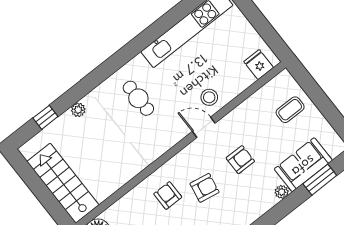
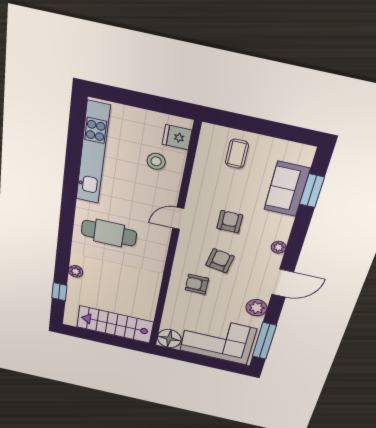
stool: (209, 97) -> (156, 161), moved
cafe table: (138, 98) -> (109, 233), width x1.37, depth x1.35
plant: (282, 192) -> (279, 247), moved

